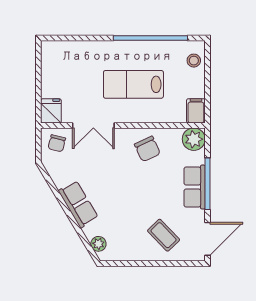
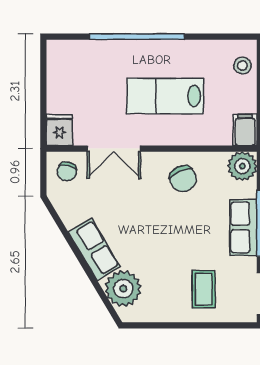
window: (150, 38) -> (137, 37), moved
coffee table: (164, 235) -> (204, 289), turned 44
plant: (98, 244) -> (123, 289), width x1.87, depth x1.87

